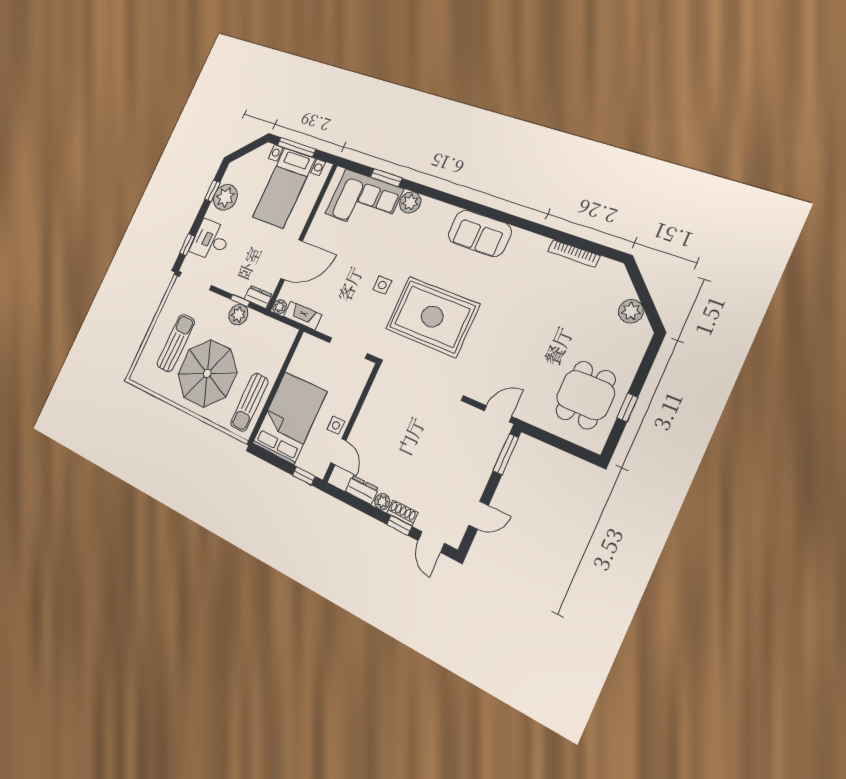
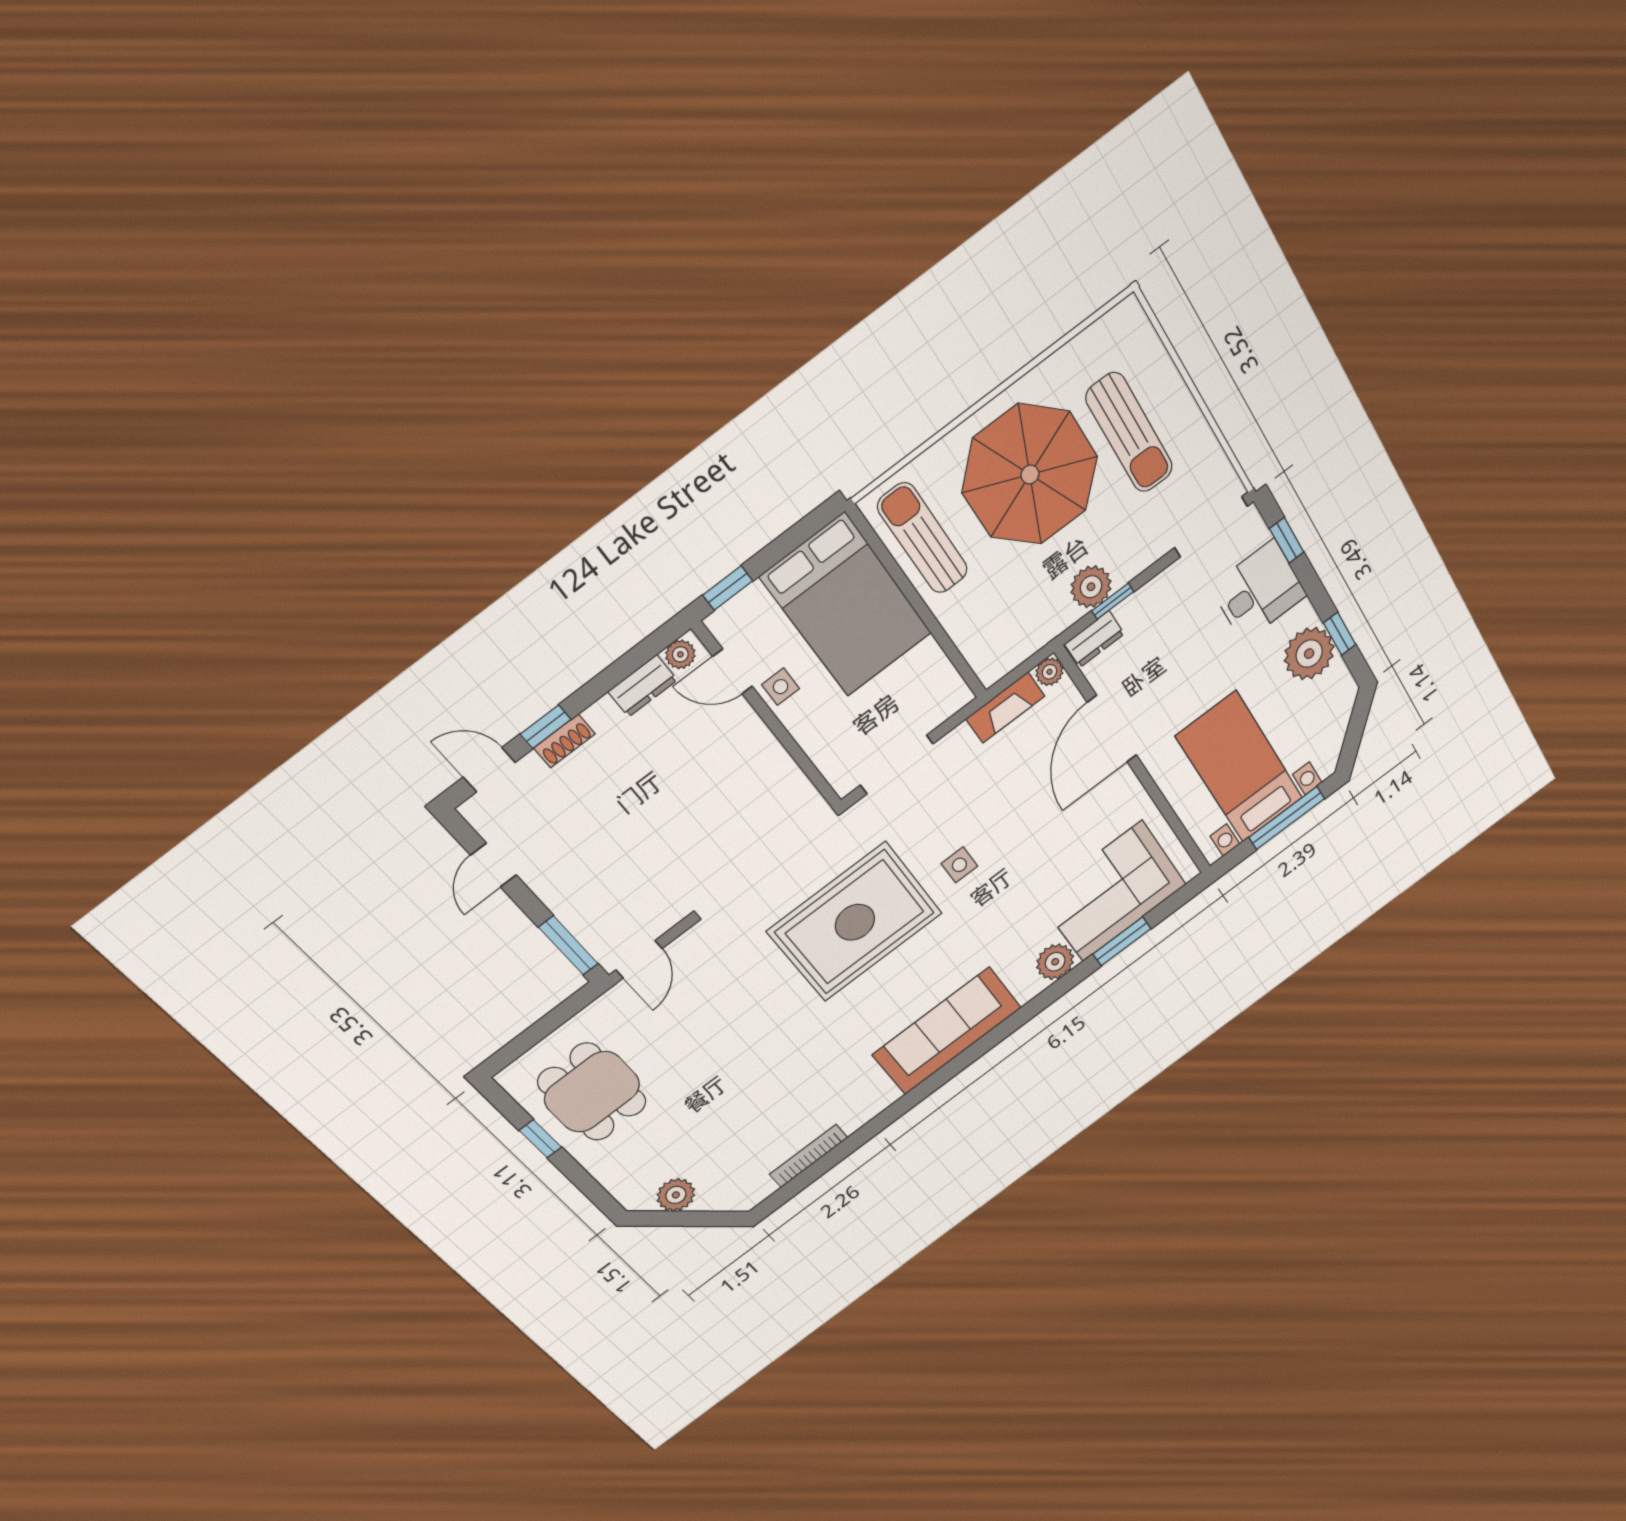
sofa: (480, 233) -> (947, 1031), width x1.36
plant: (382, 502) -> (680, 654), moved

